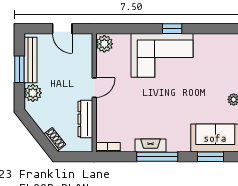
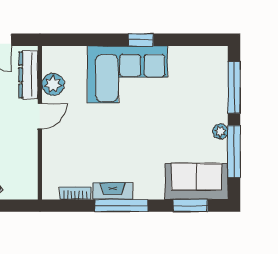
plant: (104, 44) -> (53, 84), moved
dresser: (85, 119) -> (28, 75), moved
bookcase: (108, 147) -> (75, 193), moved

